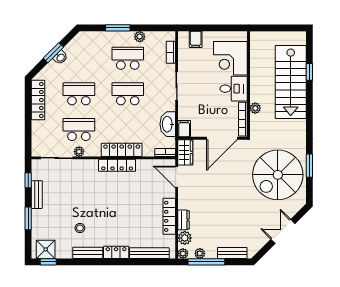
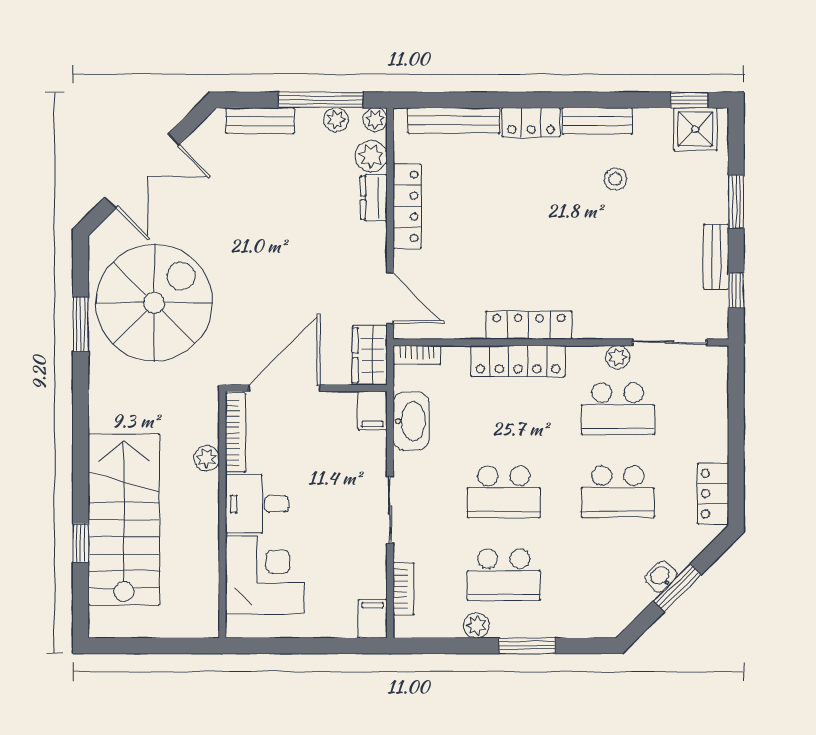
filing cabinet: (196, 39) -> (373, 619), moved
locker: (38, 100) -> (713, 494), width x0.66
double door: (283, 231) -> (142, 171), width x1.37

